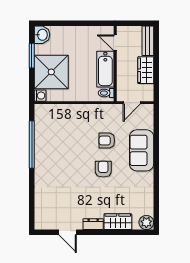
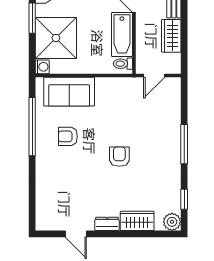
armchair: (107, 141) -> (68, 136), moved
sofa: (142, 150) -> (69, 92), moved, turned -90
window: (156, 159) -> (184, 144), added
window: (156, 204) -> (184, 199), added

